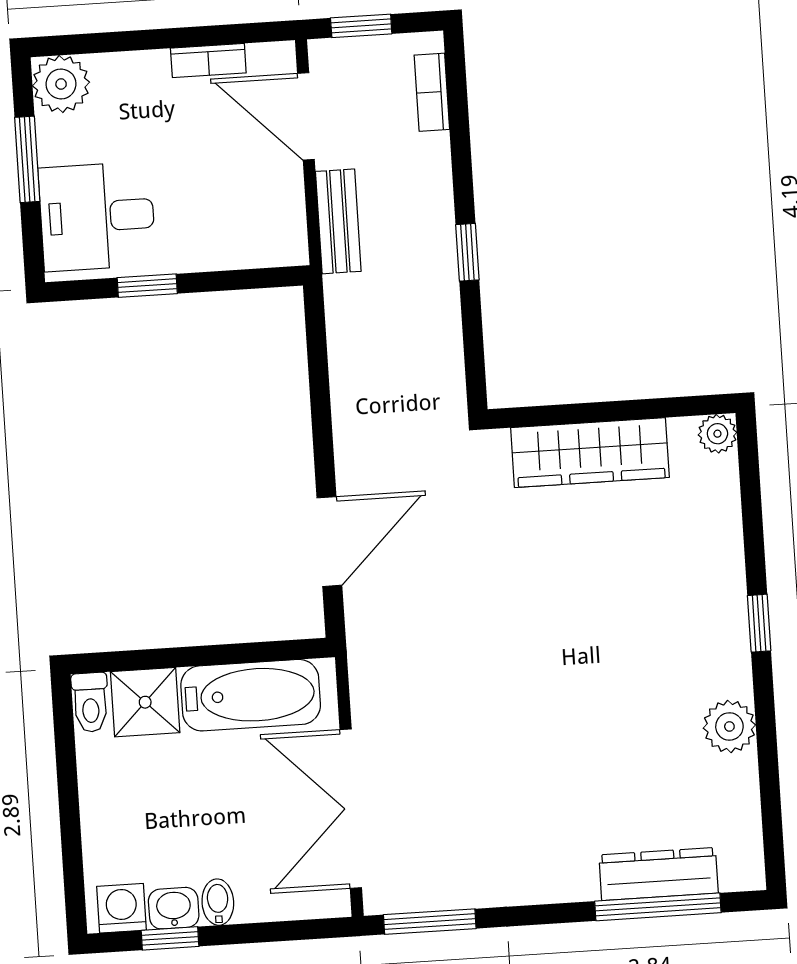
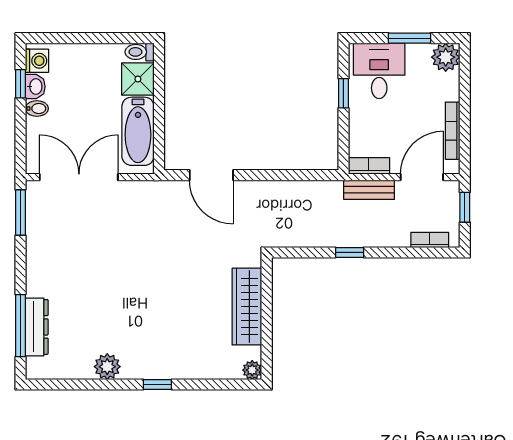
bookcase: (208, 61) -> (453, 131), width x1.56
bookcase: (290, 225) -> (369, 166), added

